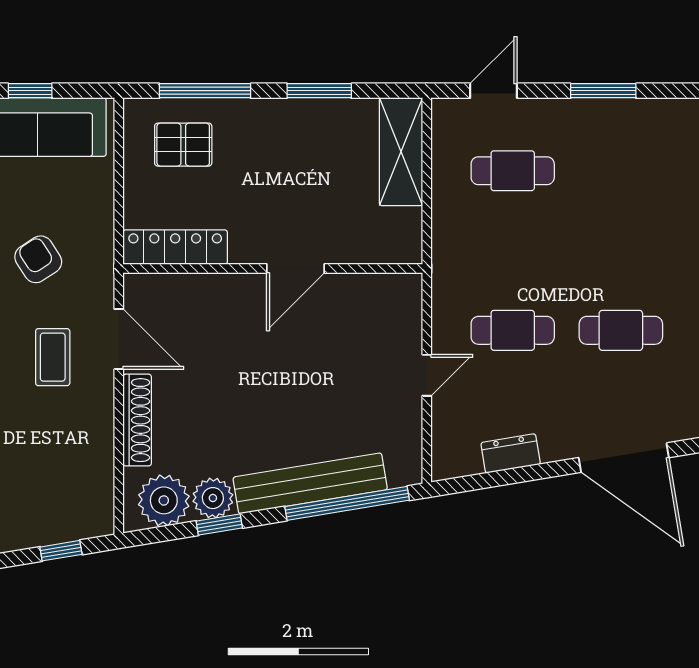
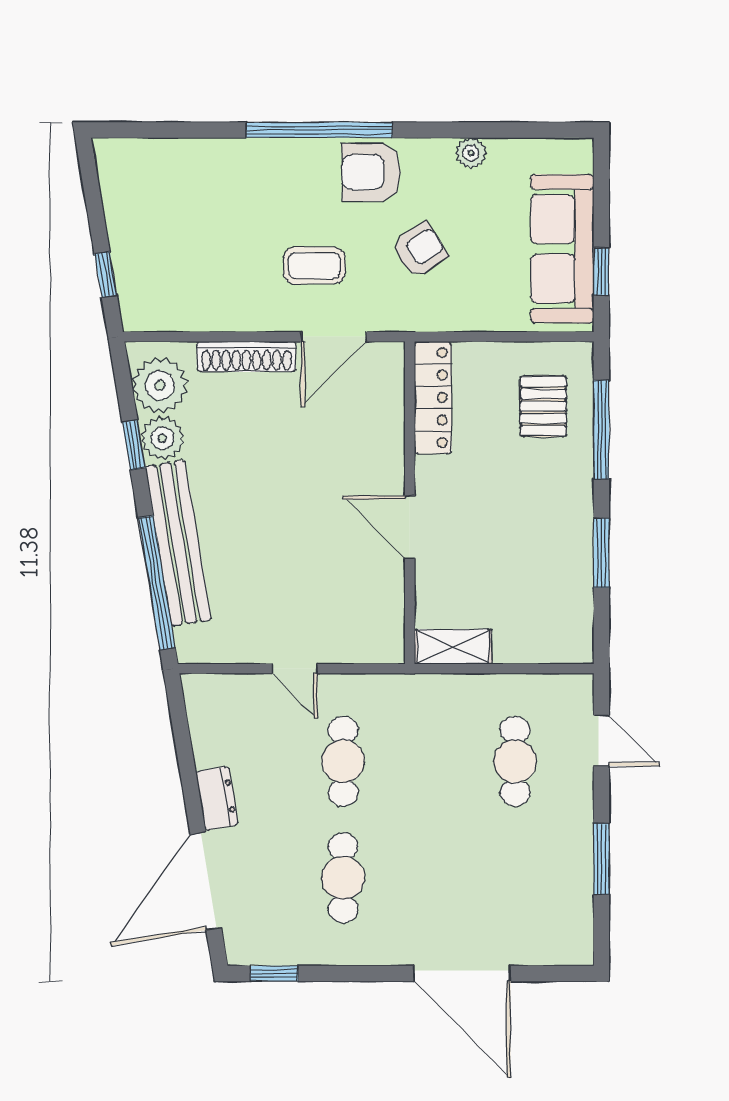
window: (30, 91) -> (601, 272), moved
shelving: (401, 152) -> (453, 647), moved, width x0.67, depth x0.75
dresser: (511, 453) -> (217, 798), moved

